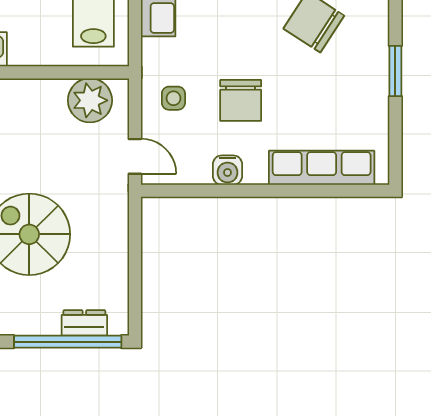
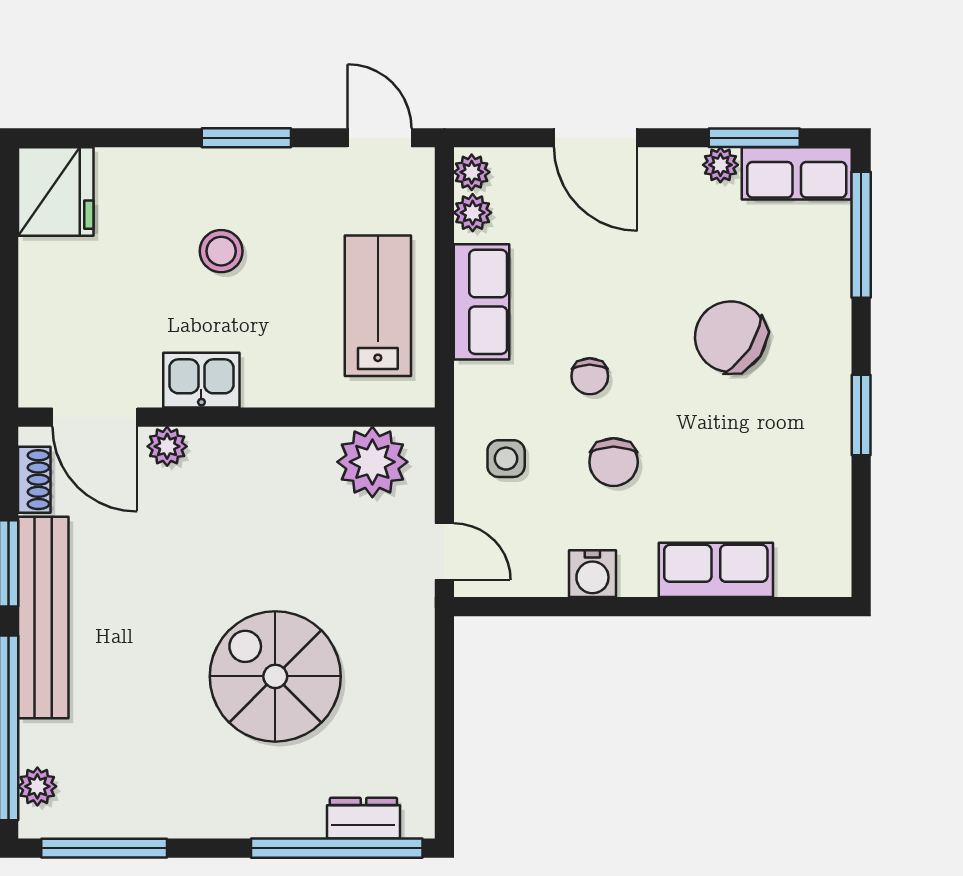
chair: (226, 47) -> (590, 376), added
chair: (241, 100) -> (614, 462), width x0.73, depth x0.73
row of seats: (322, 168) -> (716, 570), width x0.68

